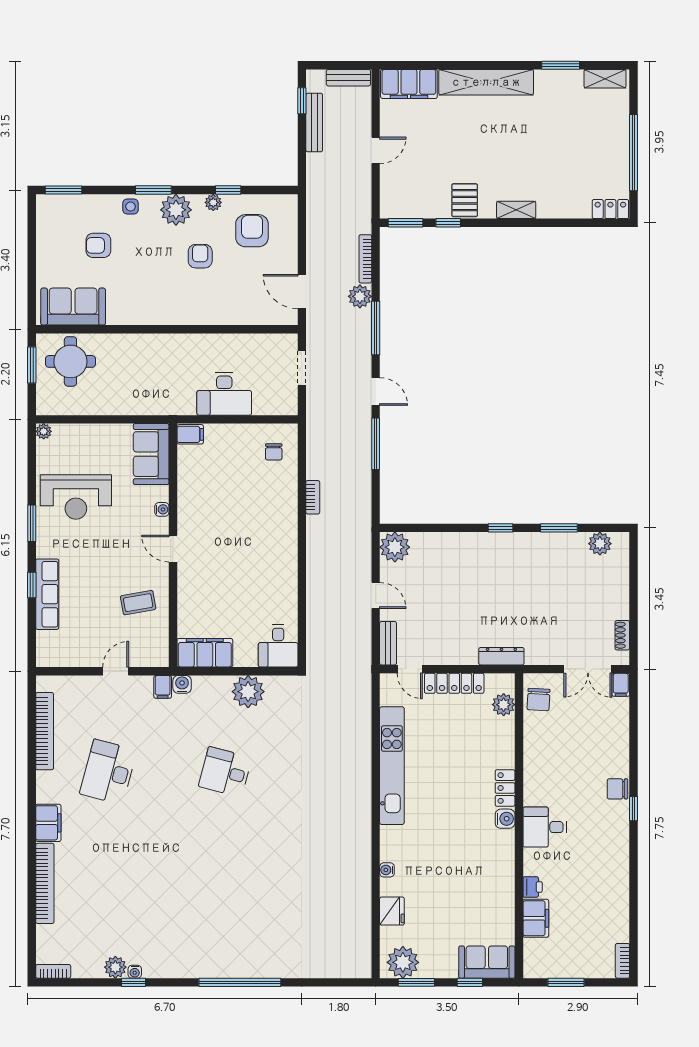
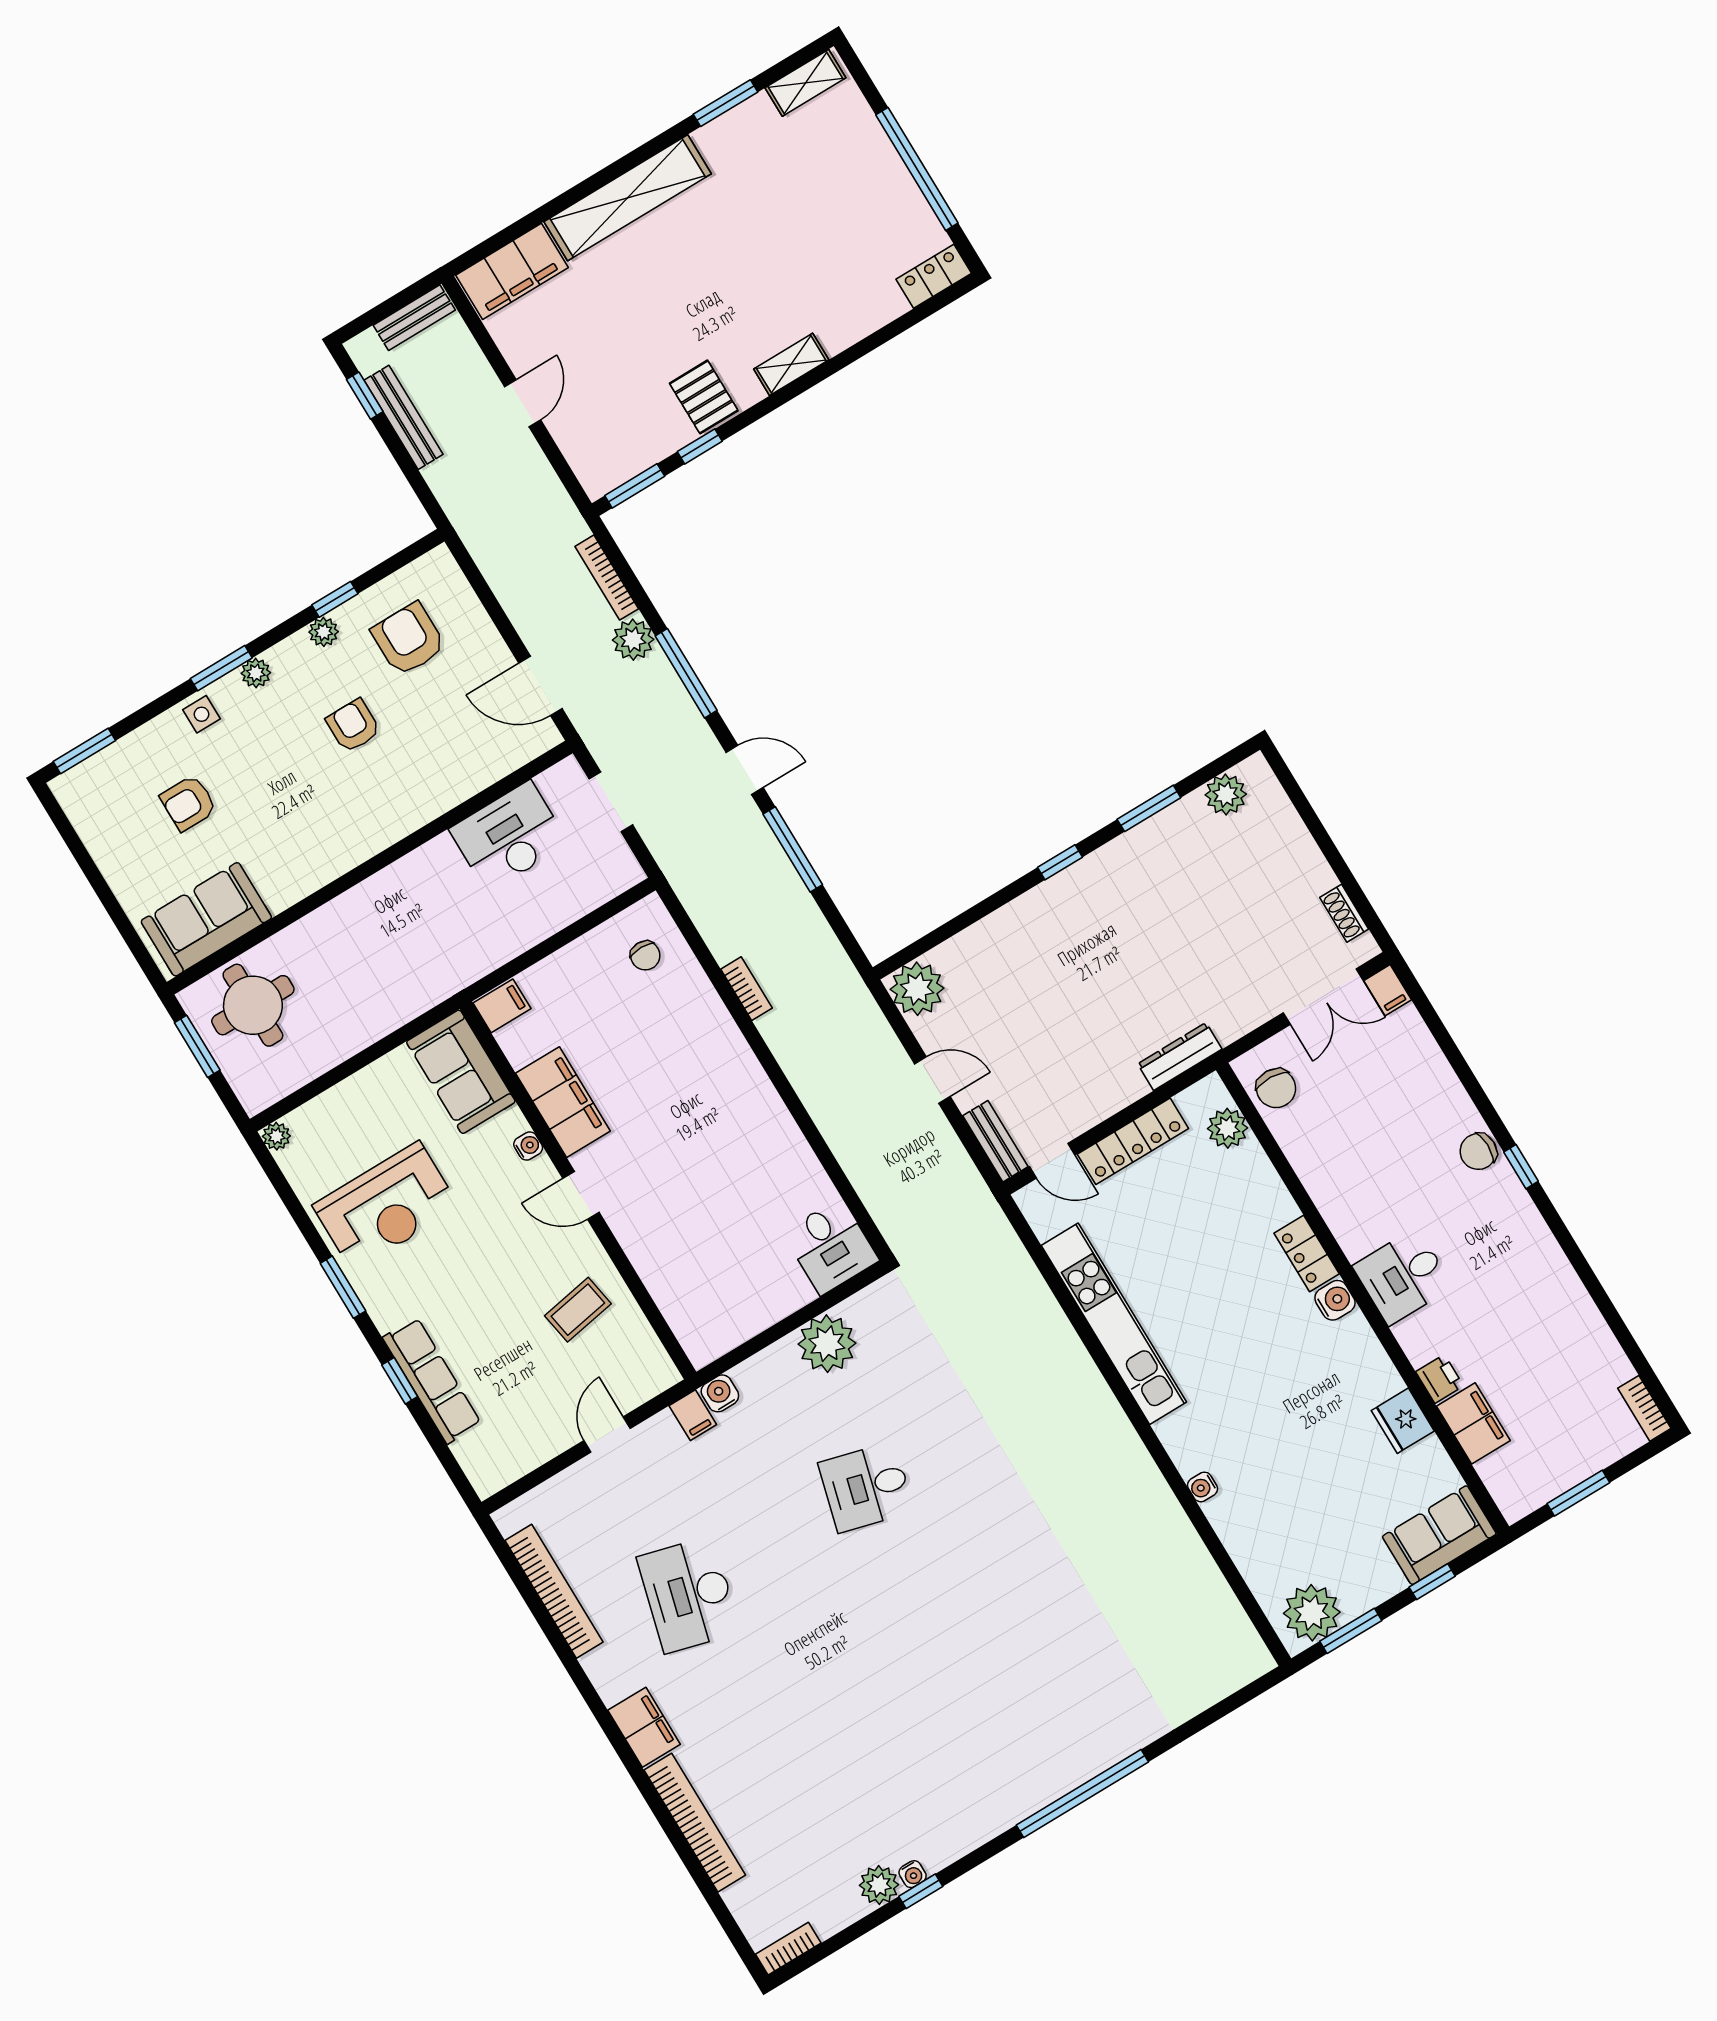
plant: (176, 210) -> (256, 673), width x0.53, depth x0.53
desk: (224, 394) -> (509, 836), moved, turned 180
filing cabinet: (205, 653) -> (563, 1102), moved, turned 90
fridge: (392, 911) -> (1403, 1421), moved, turned 180

